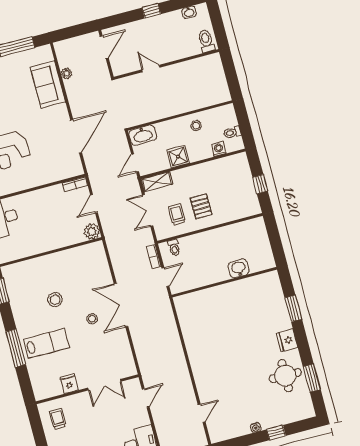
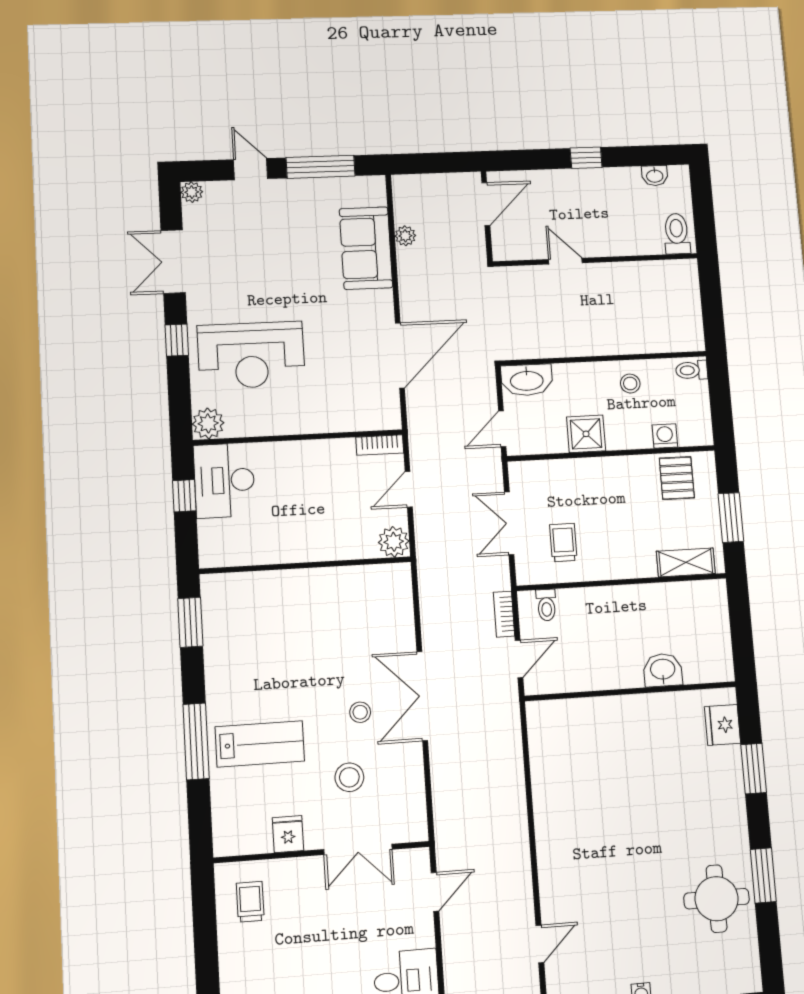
toilet: (232, 133) -> (692, 370), moved
shelving: (157, 182) -> (686, 562), moved
window: (260, 184) -> (731, 518), width x1.50
pallet: (201, 206) -> (677, 478), moved
stool: (55, 300) -> (349, 777), moved
fridge: (287, 340) -> (723, 725), moved
window: (312, 378) -> (763, 875), moved

